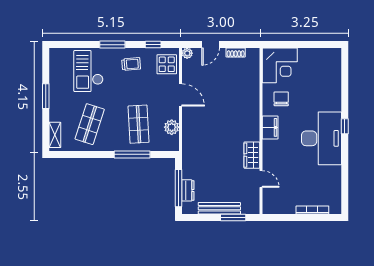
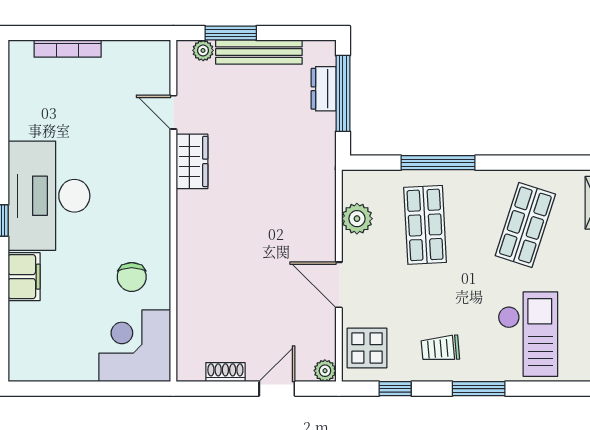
filing cabinet: (270, 127) -> (24, 277), moved, turned 180
plant: (247, 209) -> (203, 50), added

